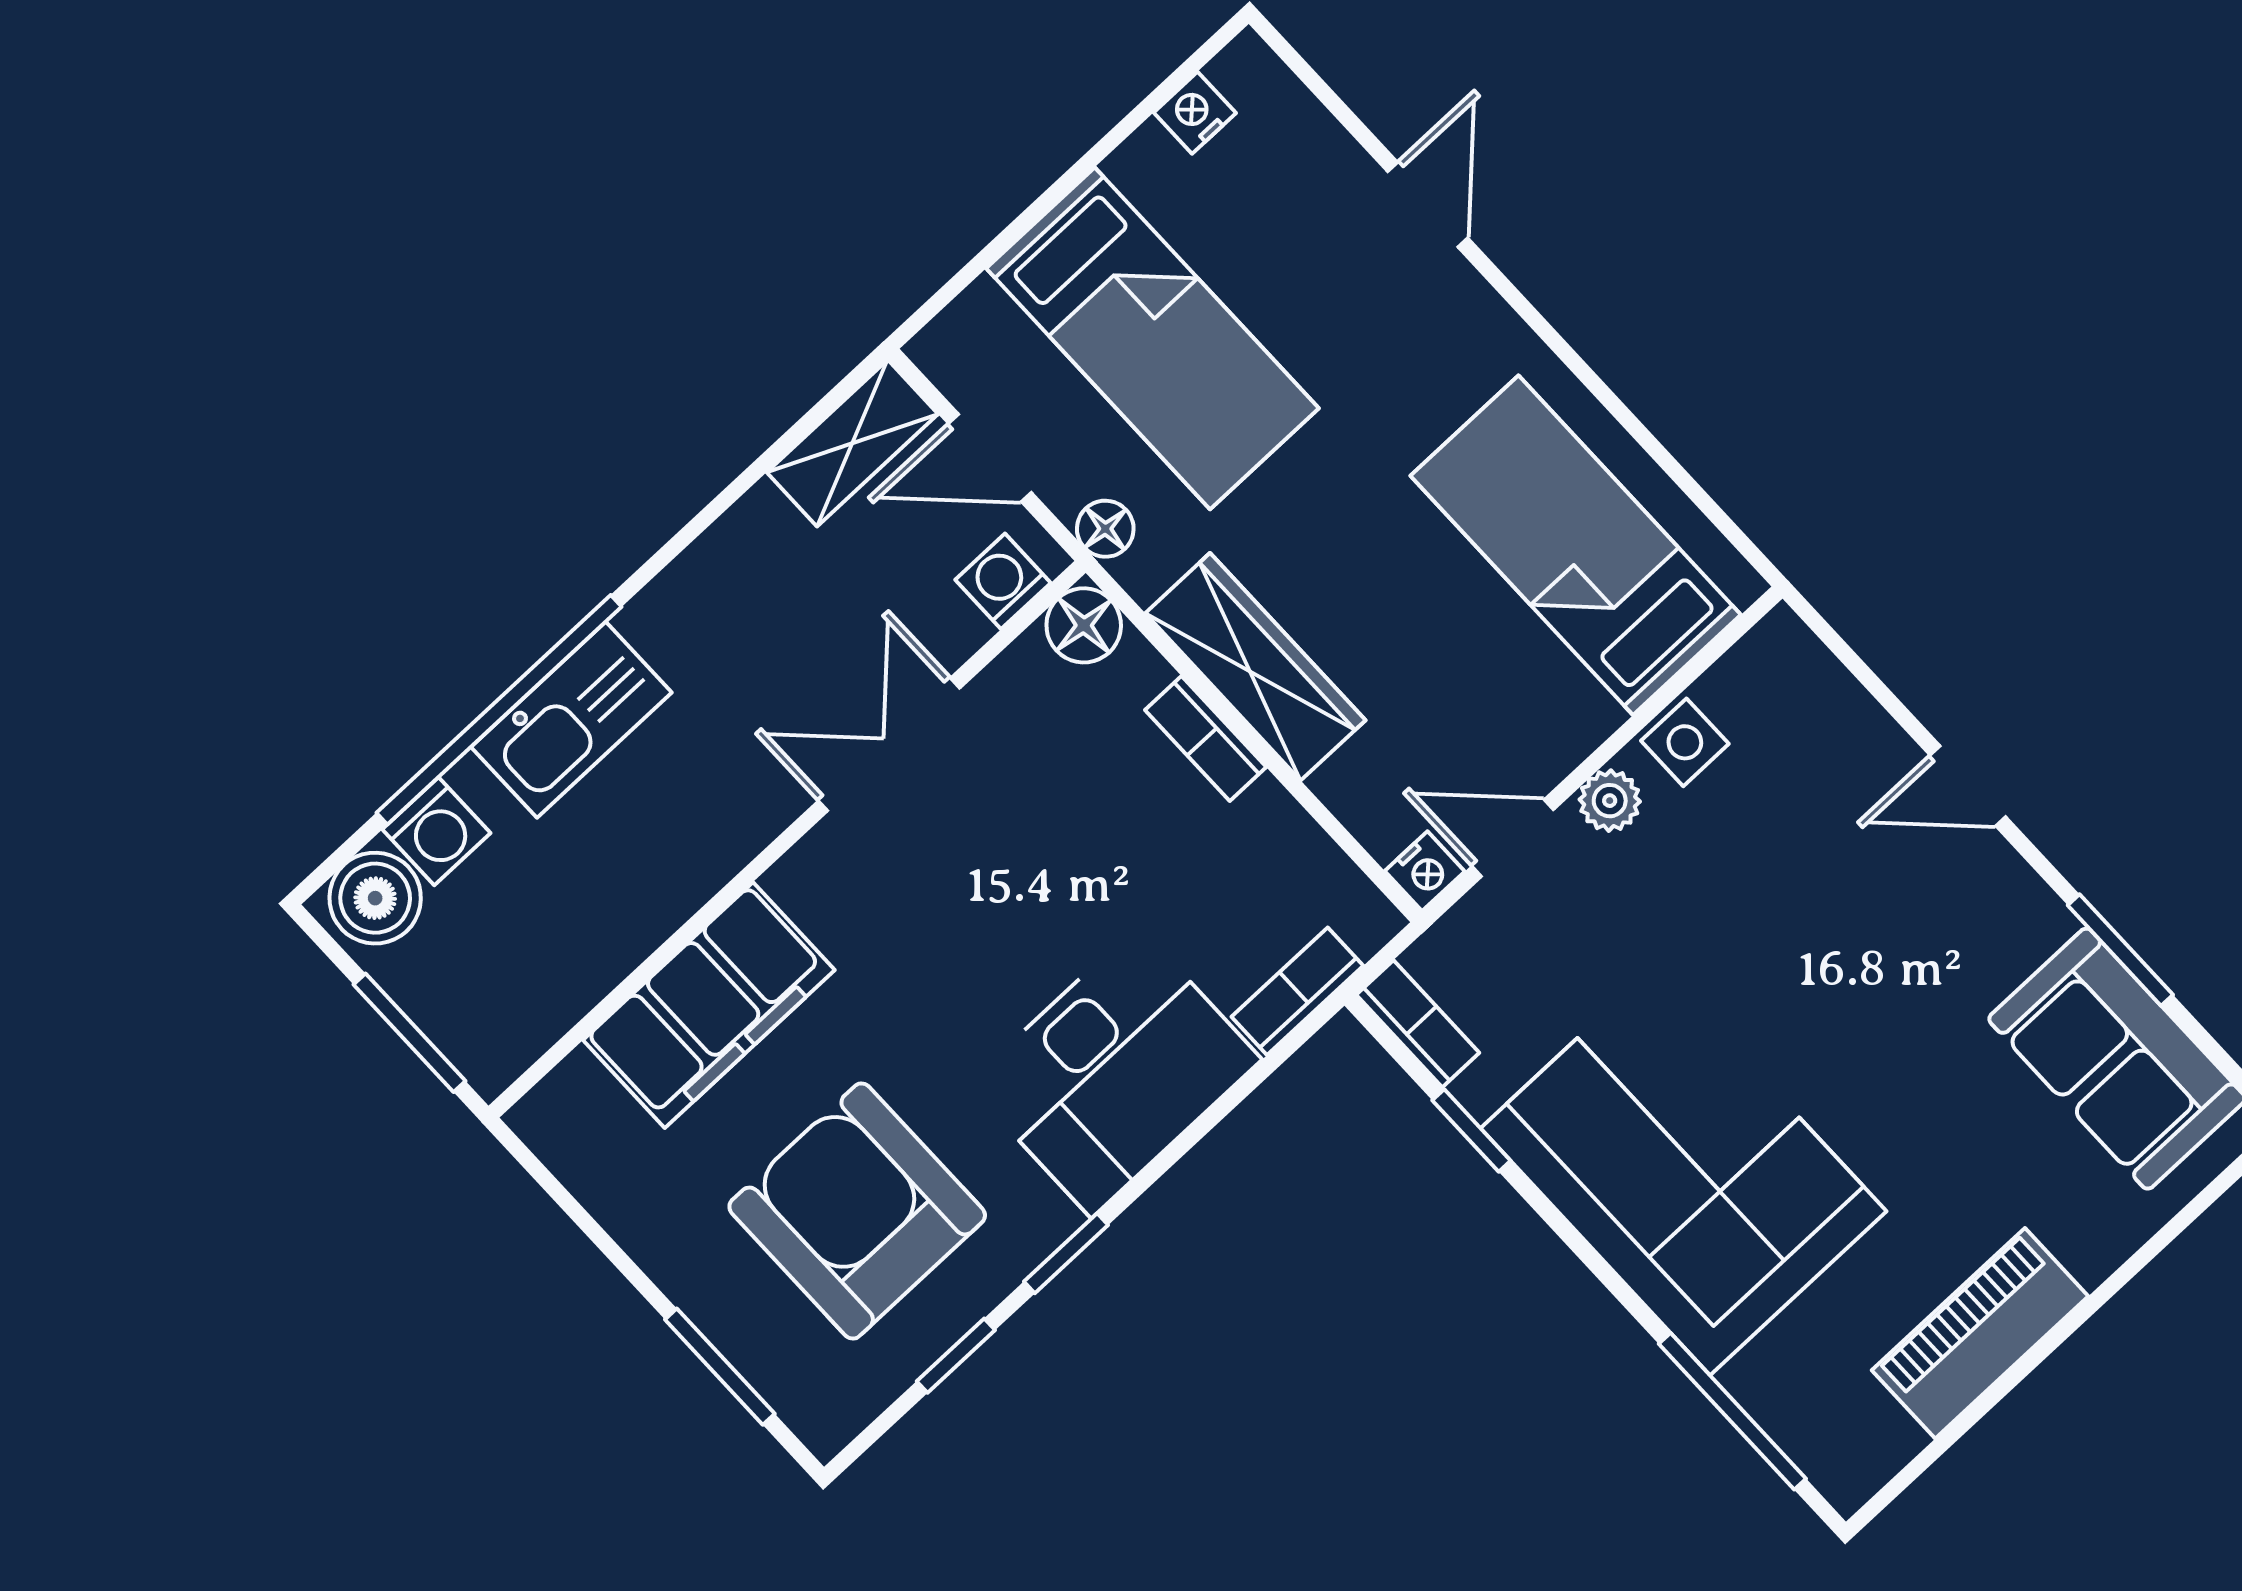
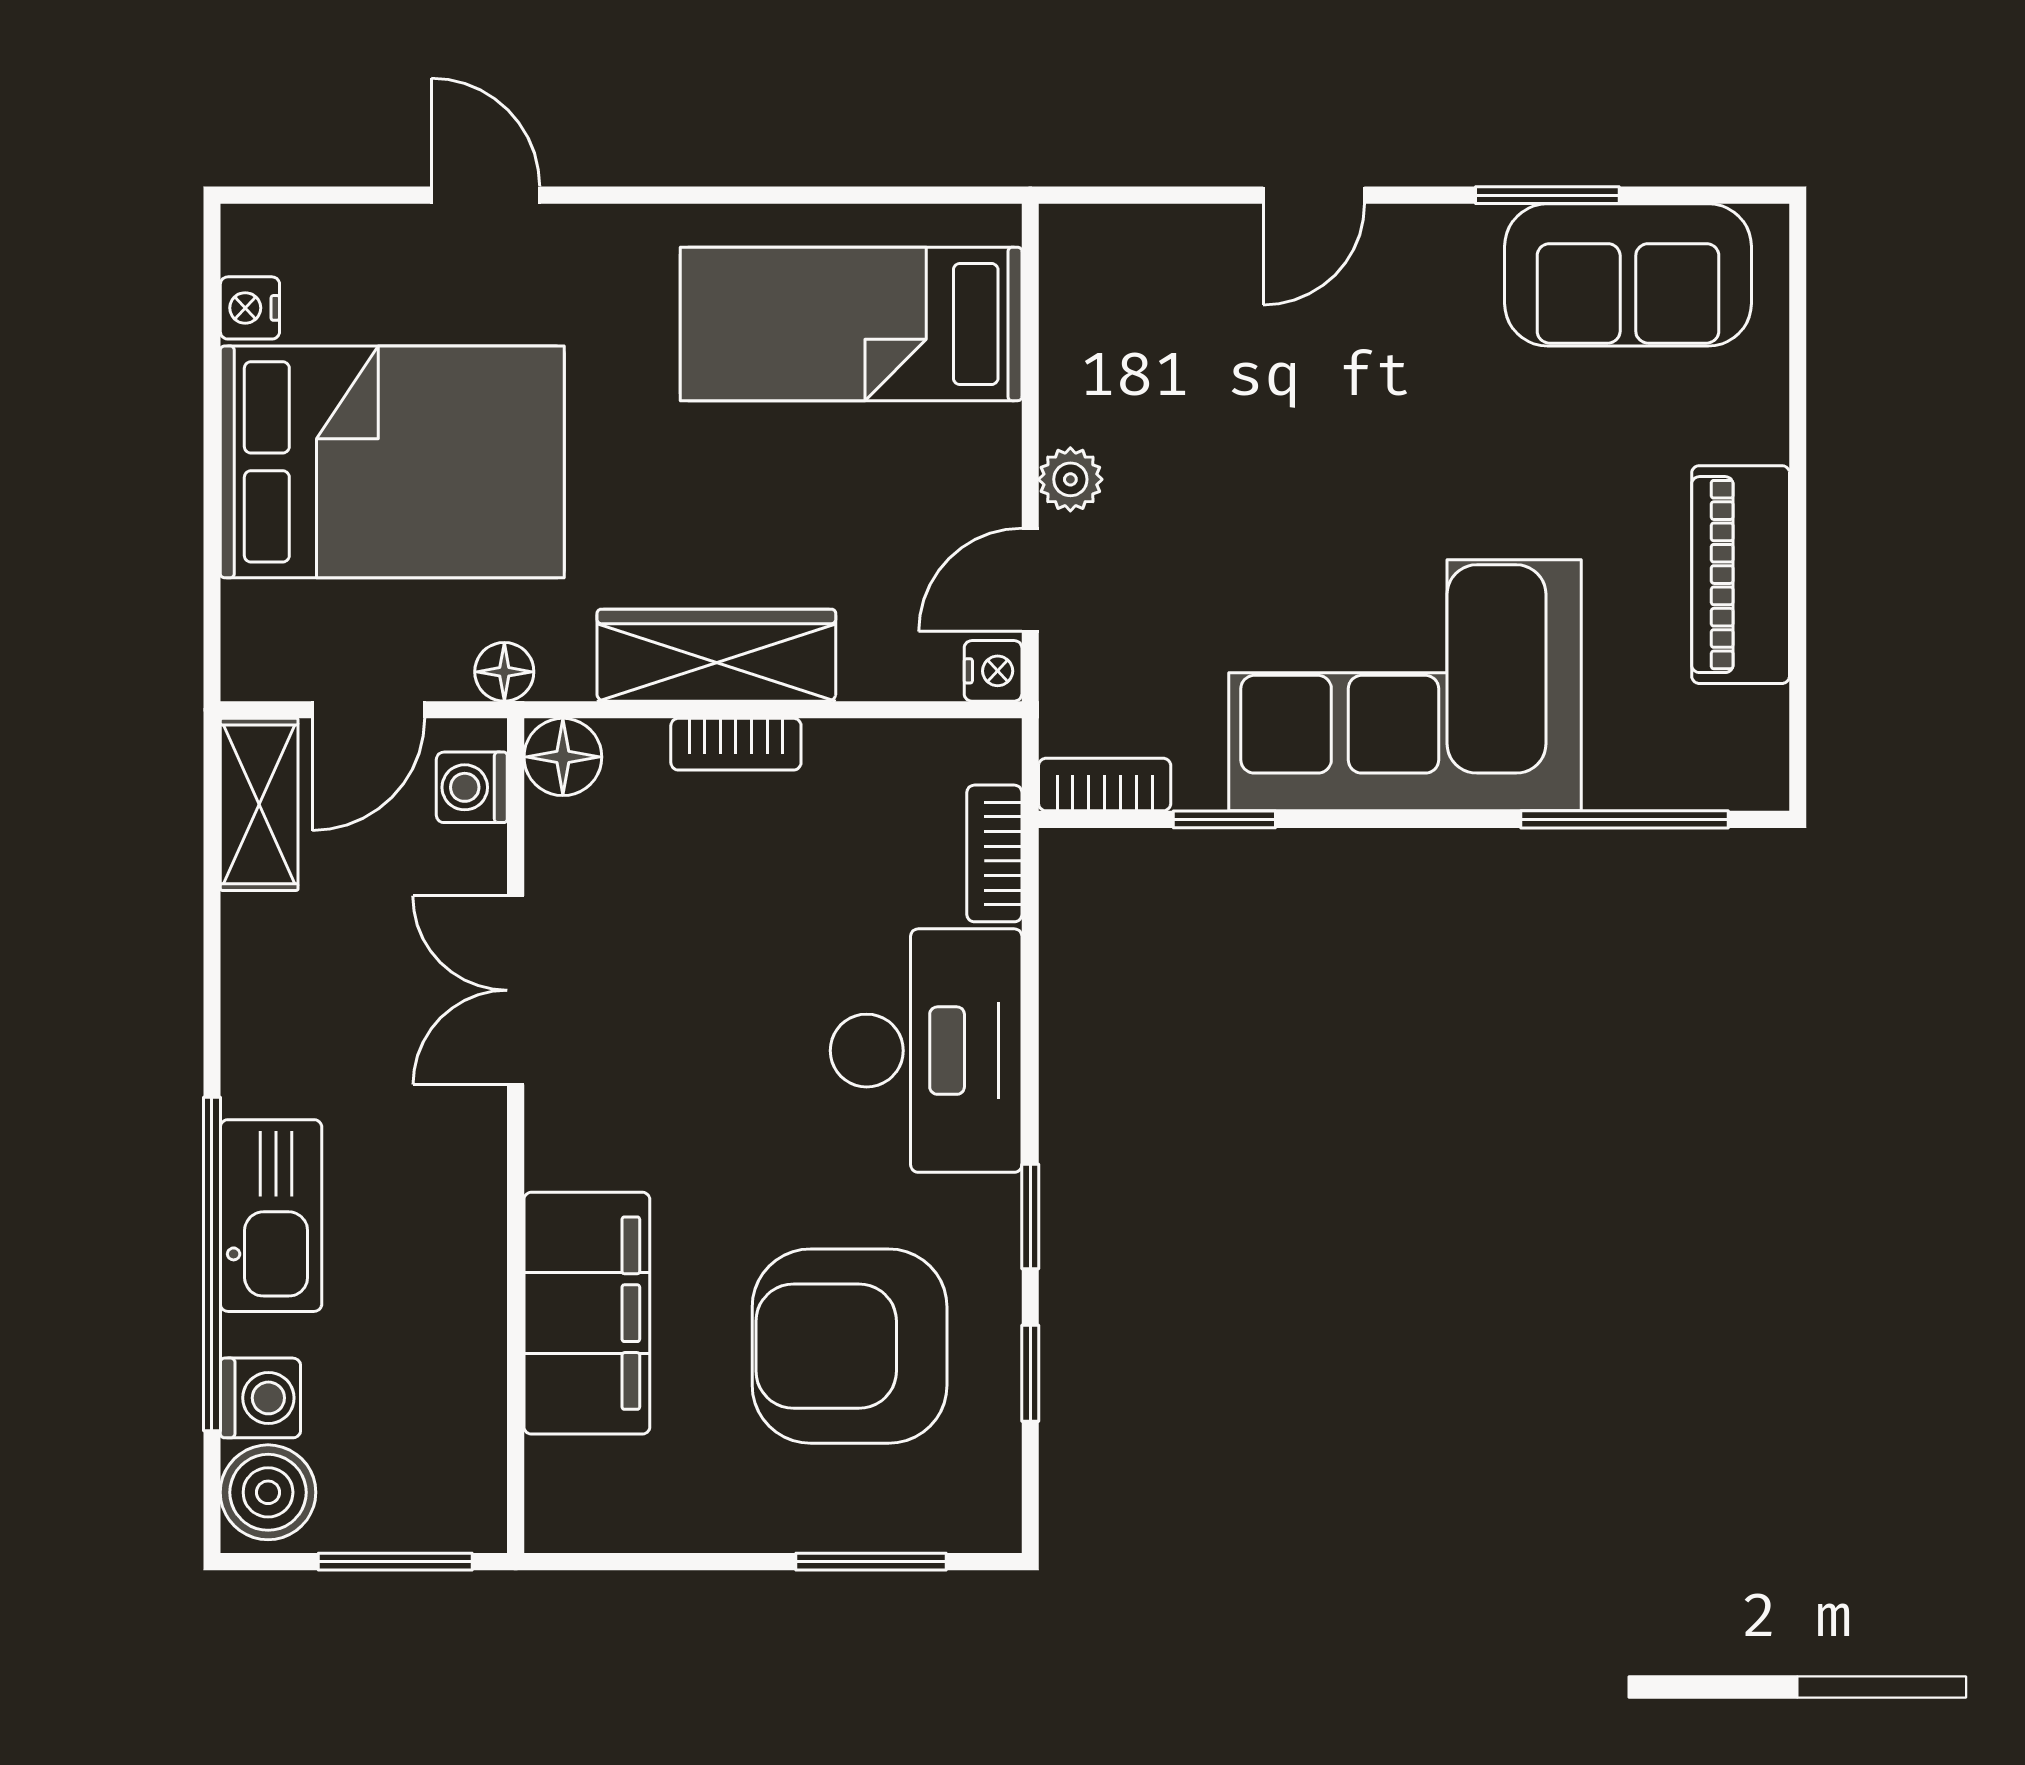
bed: (1152, 338) -> (392, 462), width x1.50
side table: (1685, 742) -> (1079, 381), removed

